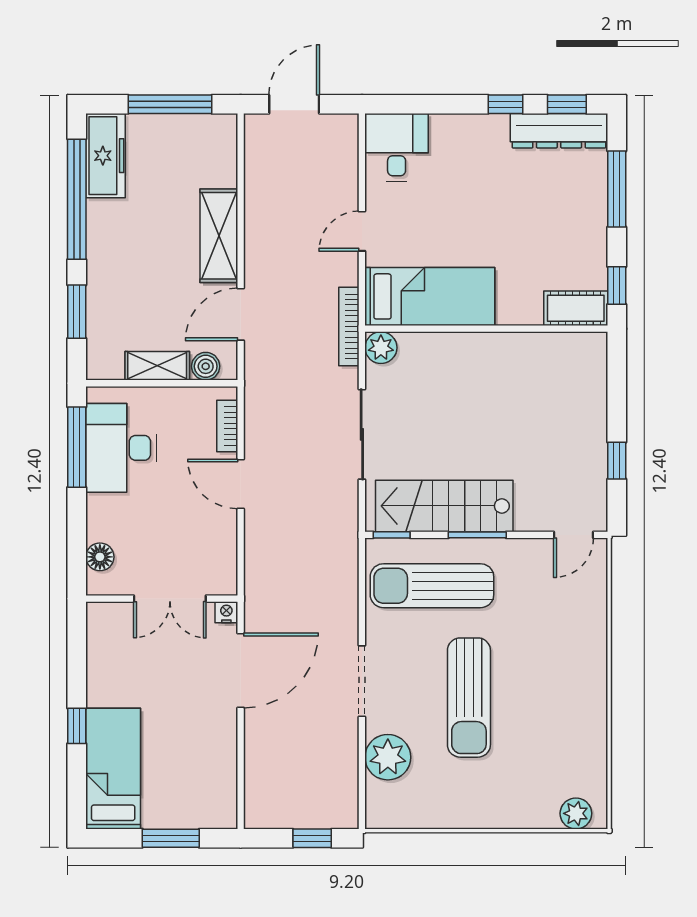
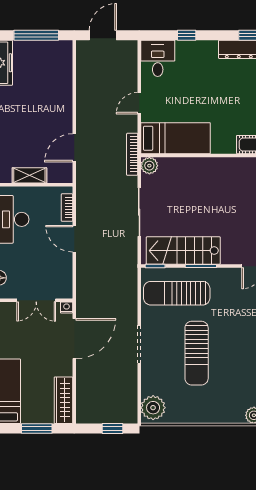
window: (506, 104) -> (187, 35), moved
shelving: (219, 236) -> (62, 106), removed
boiler: (206, 366) -> (55, 176), removed
plant: (388, 757) -> (153, 408), moved
wardrobe: (221, 785) -> (63, 400), added

